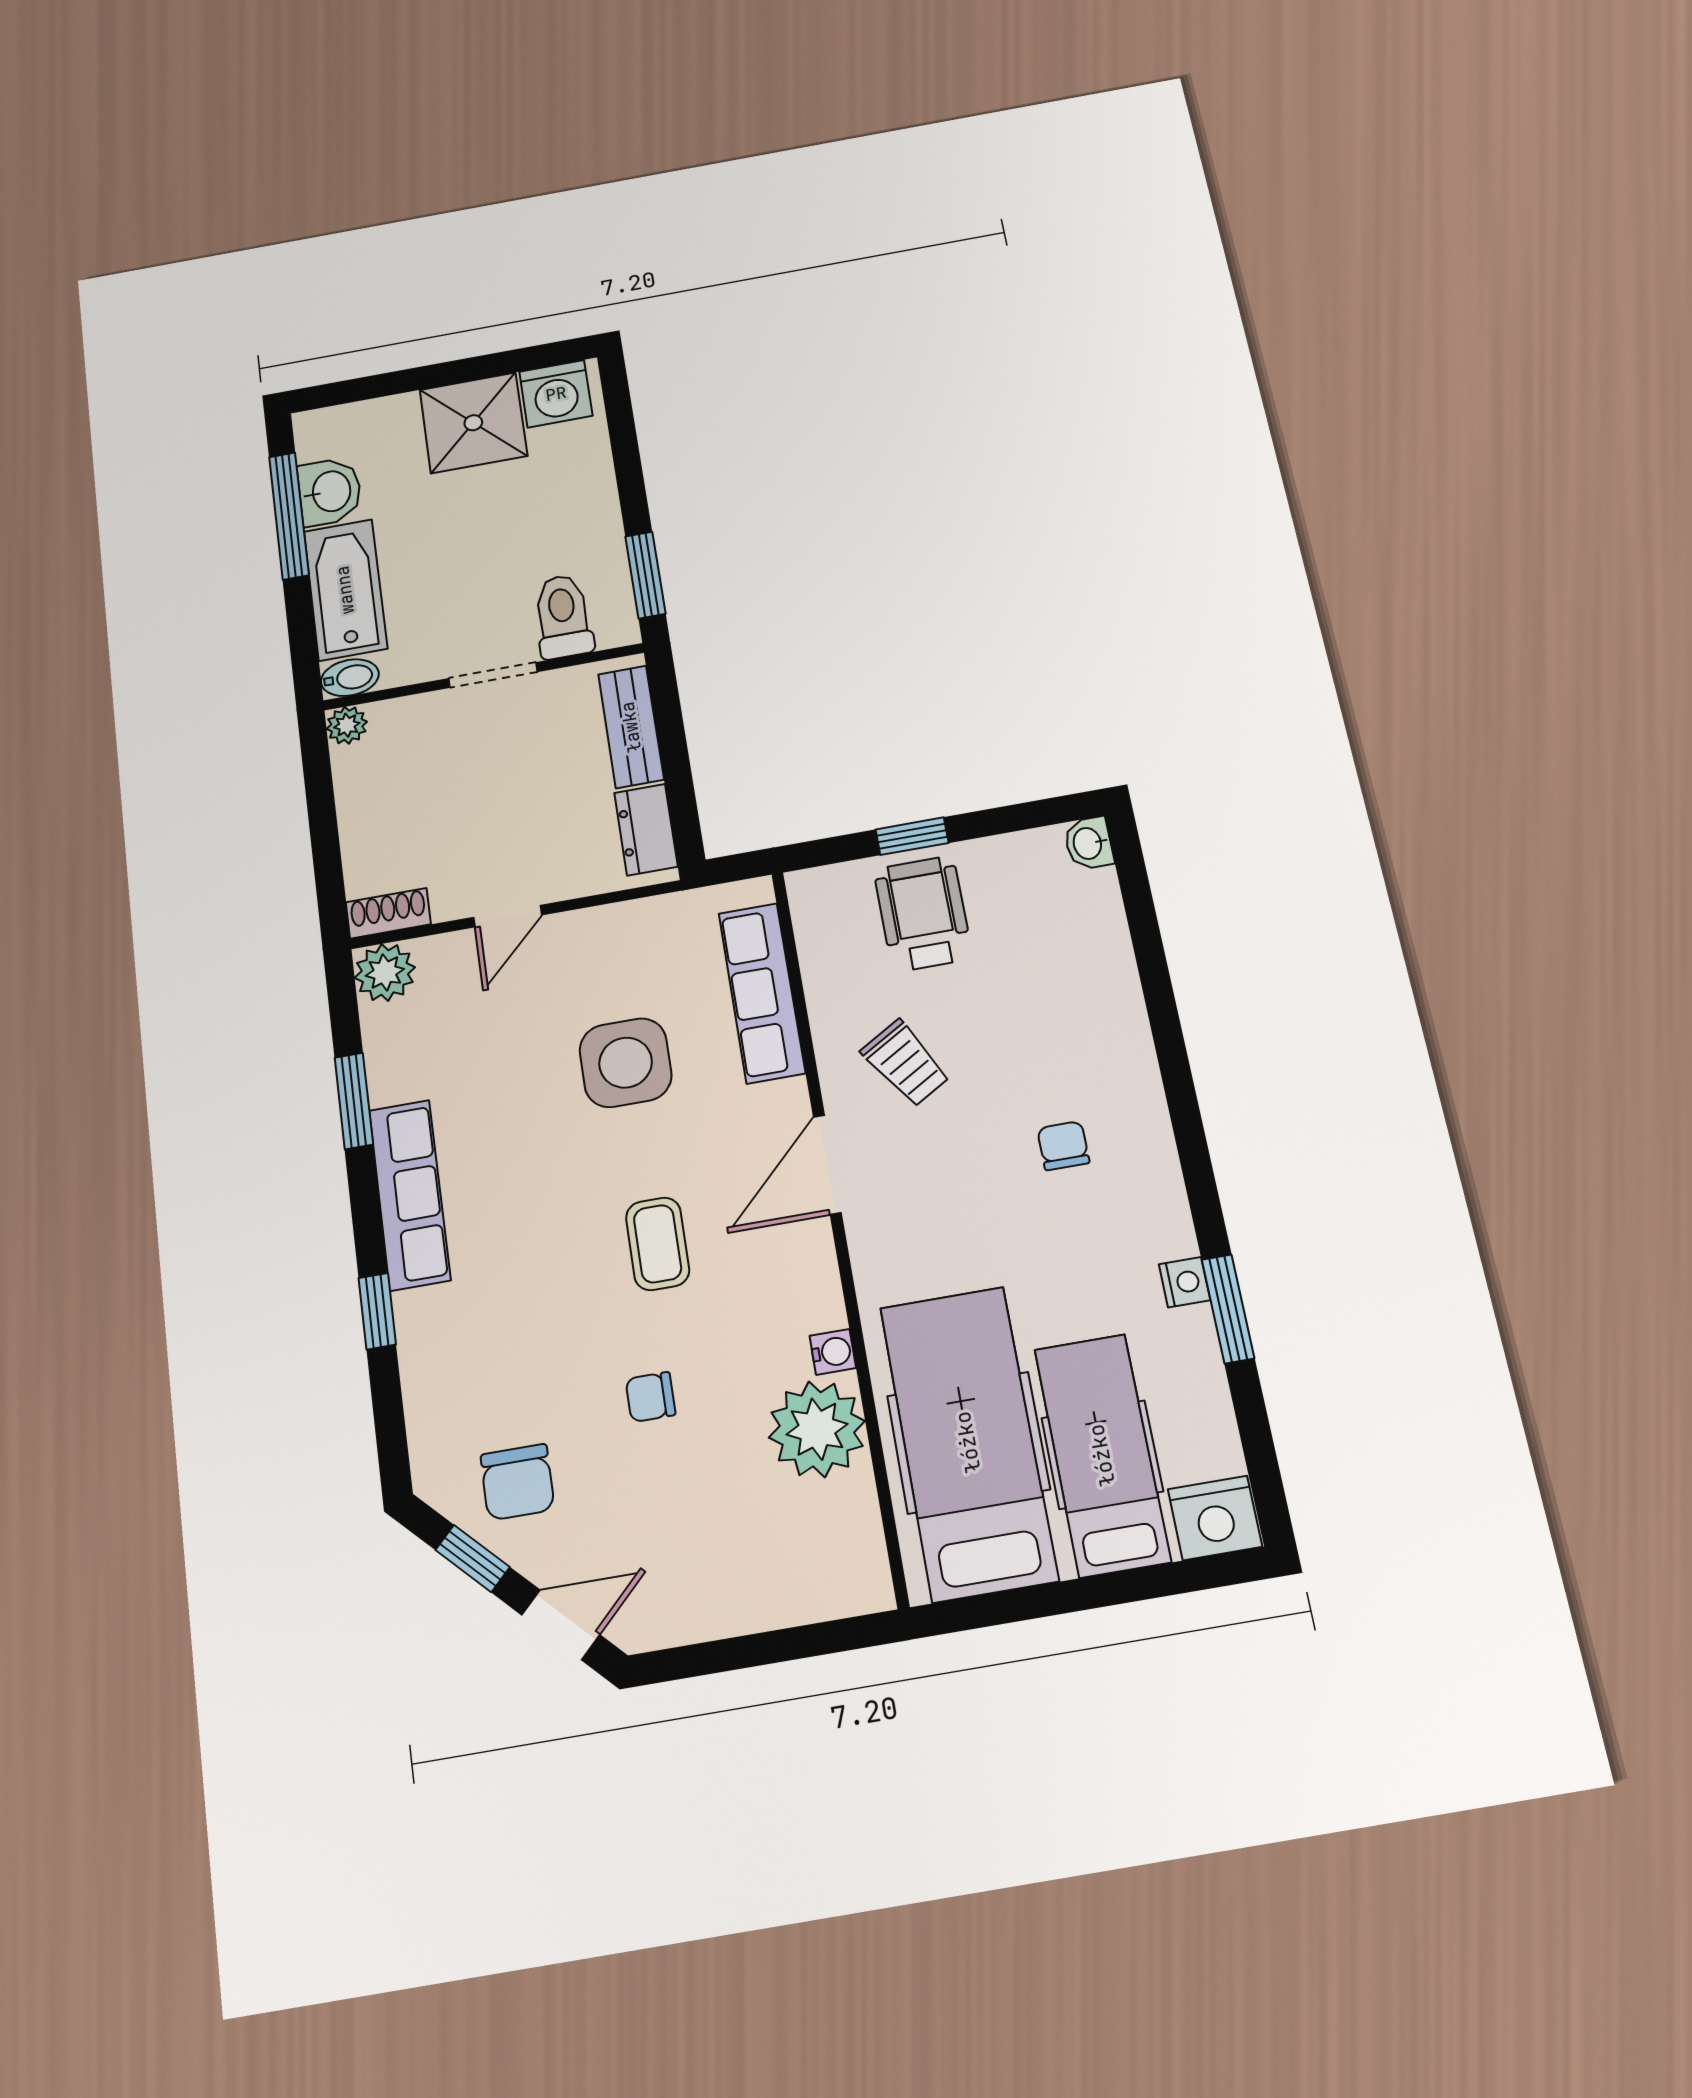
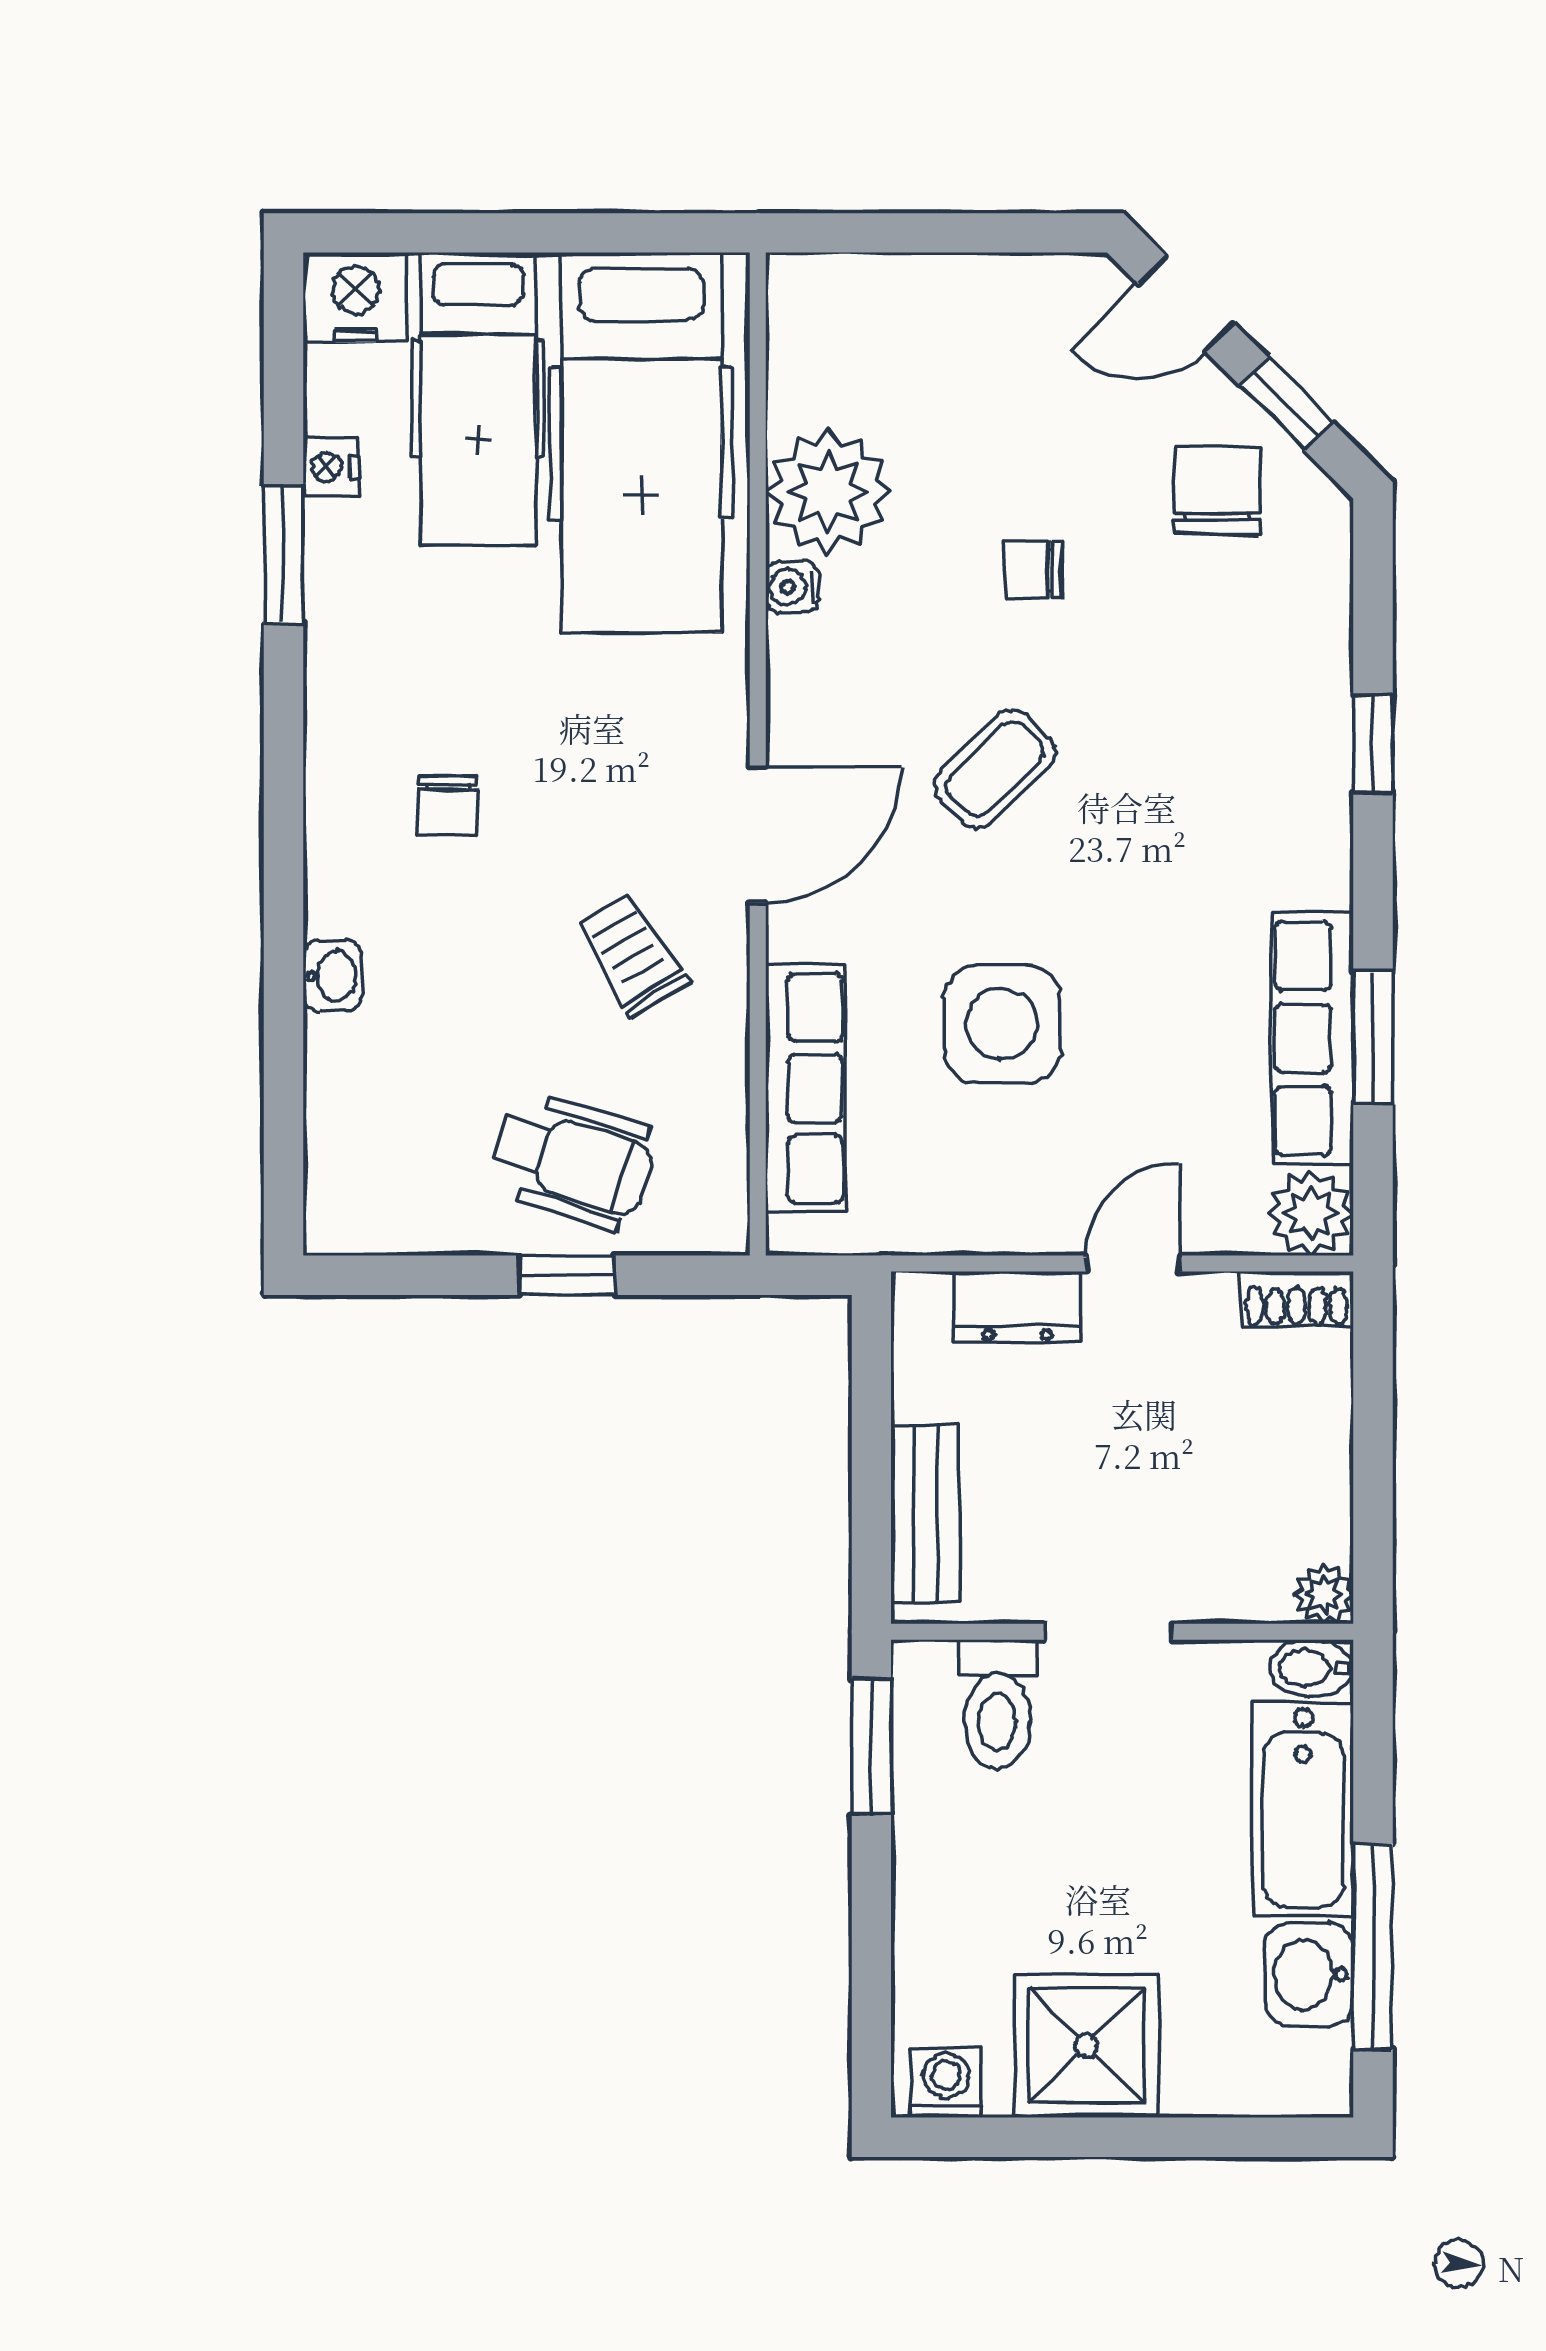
washing machine: (556, 394) -> (946, 2082), width x0.73, depth x0.73
dresser: (646, 830) -> (1018, 1307), moved, turned 90
washbasin: (1089, 843) -> (332, 976), moved
wheelchair: (923, 914) -> (572, 1160), turned -72
row of seats: (410, 1195) -> (1313, 1038), moved
coffee table: (658, 1244) -> (995, 769), turned 46
nightstand: (1185, 1282) -> (331, 467), moved
chair: (650, 1397) -> (1033, 570), turned 180

